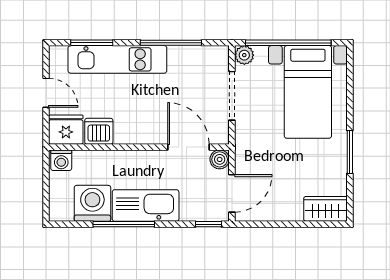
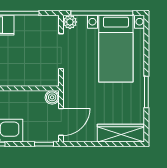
door: (188, 147) -> (30, 88), removed
wardrobe: (325, 209) -> (121, 133), width x1.50

